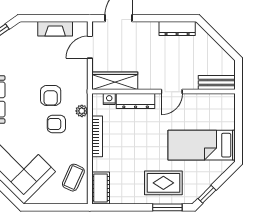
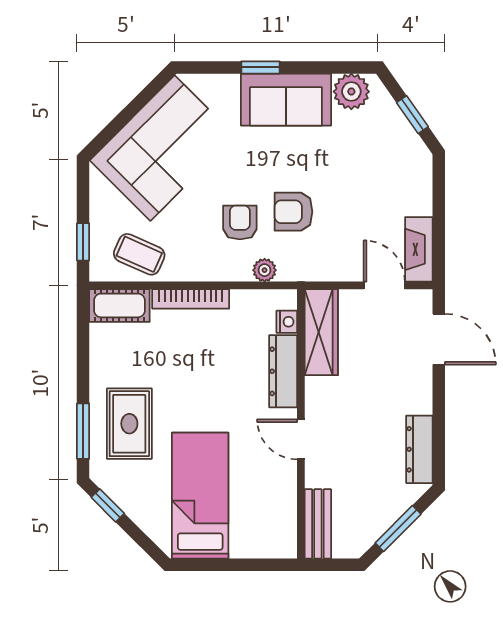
fireplace: (55, 29) -> (419, 249), moved
window: (219, 40) -> (398, 528), added
bookcase: (97, 136) -> (191, 299), moved
window: (67, 207) -> (83, 242), added

